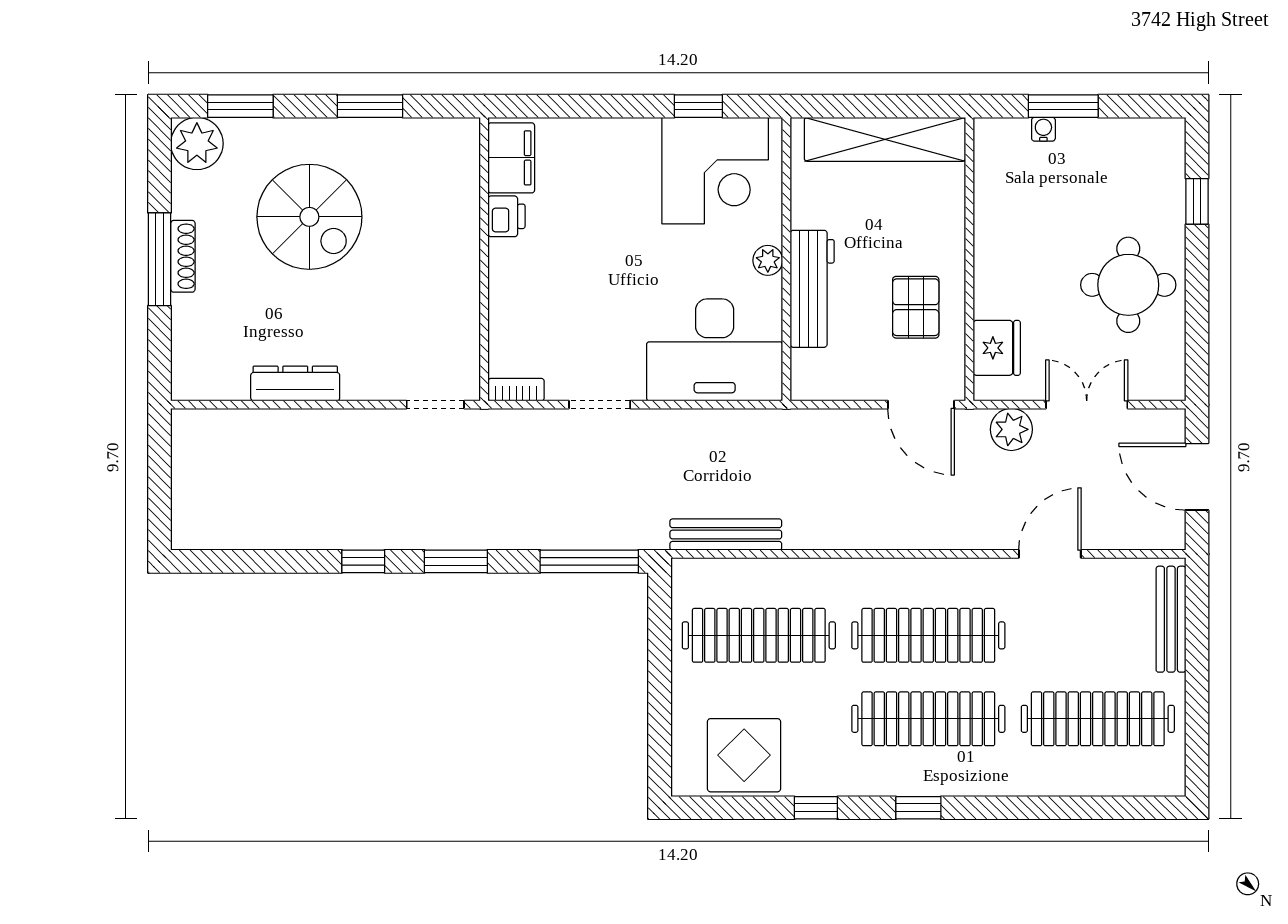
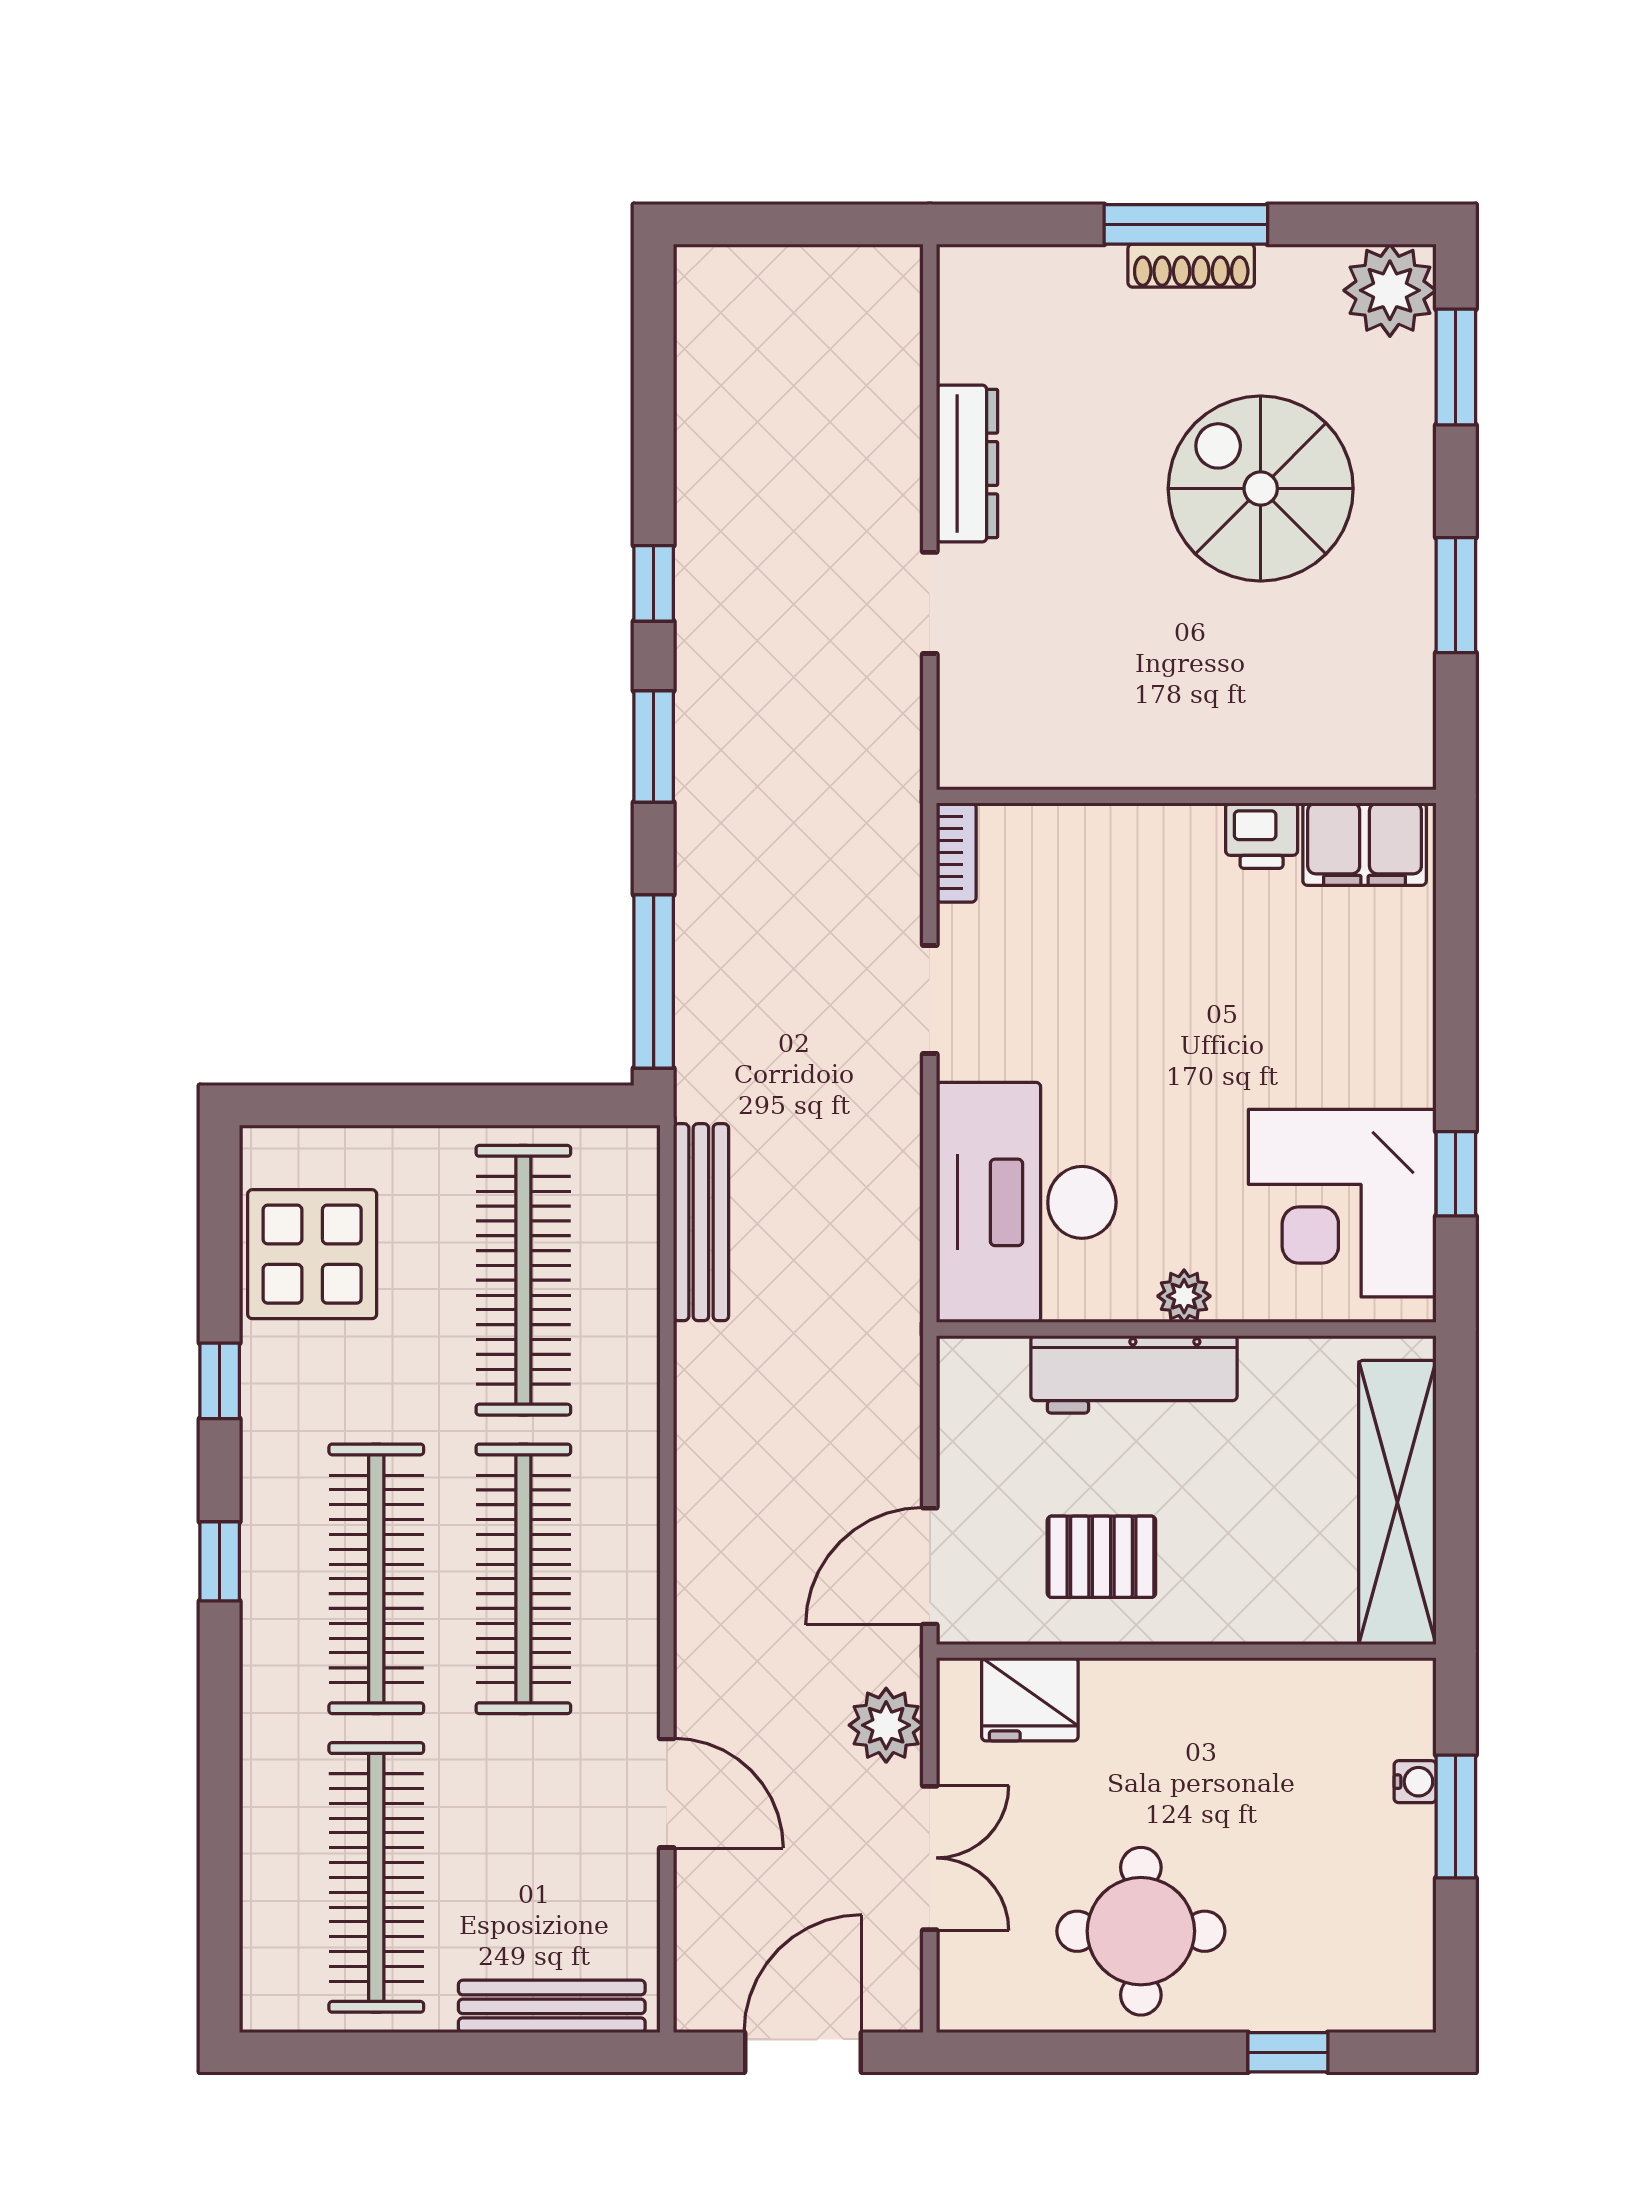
spiral stairs: (309, 217) -> (1261, 489), turned 90
doorway: (435, 405) -> (930, 603), moved

